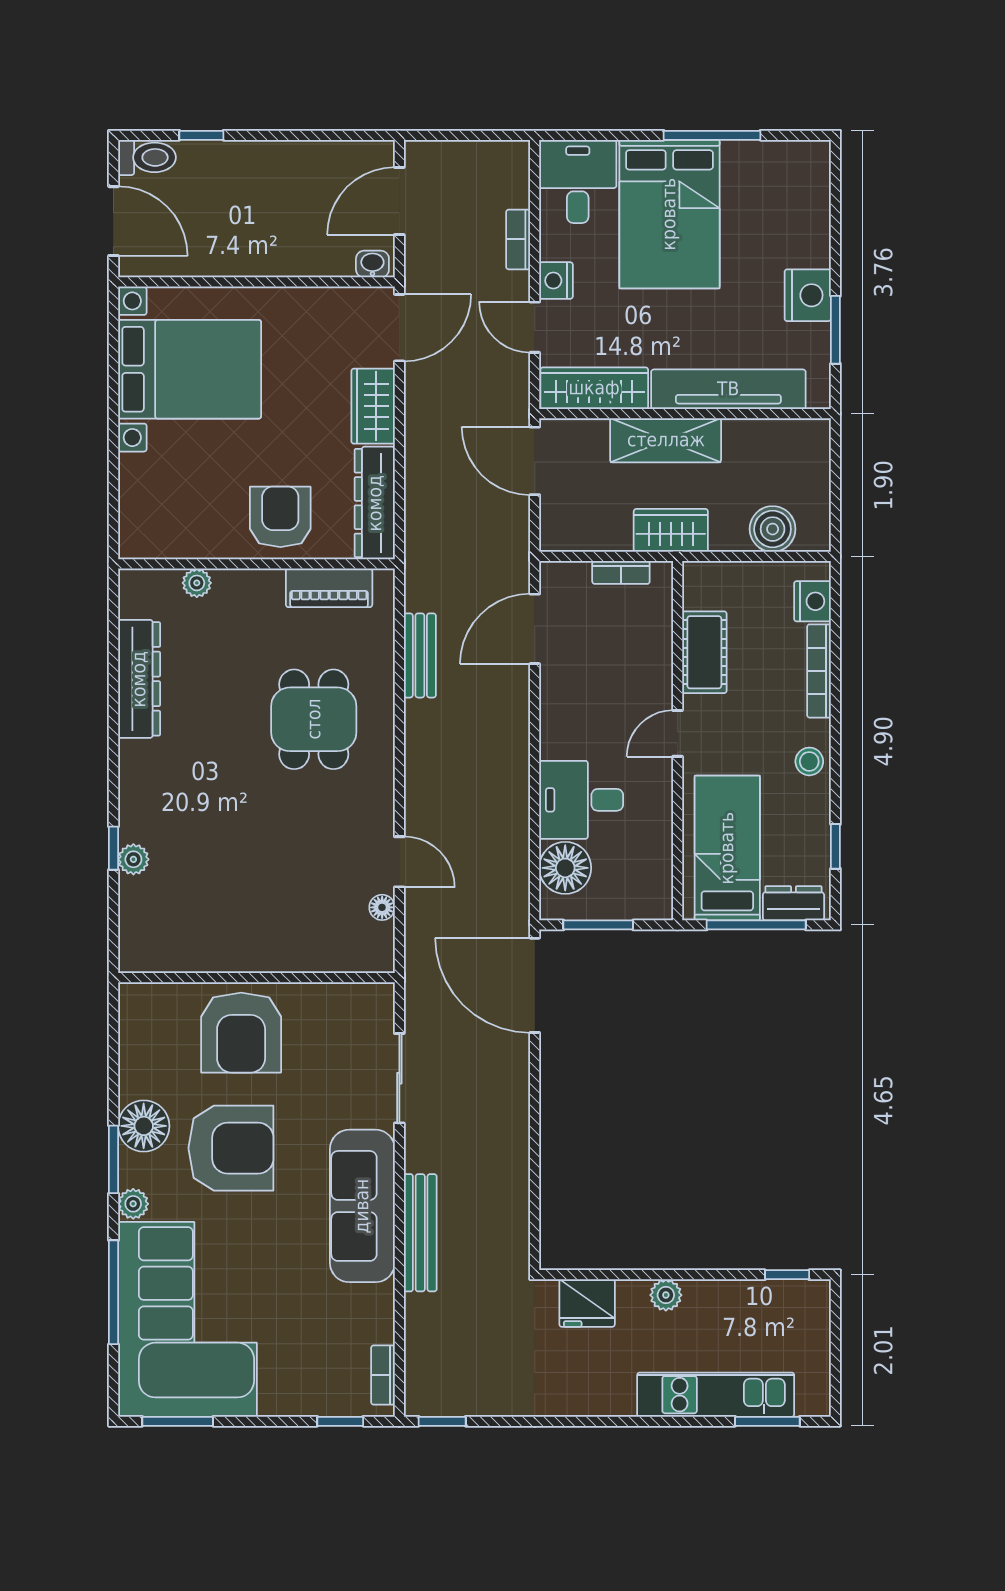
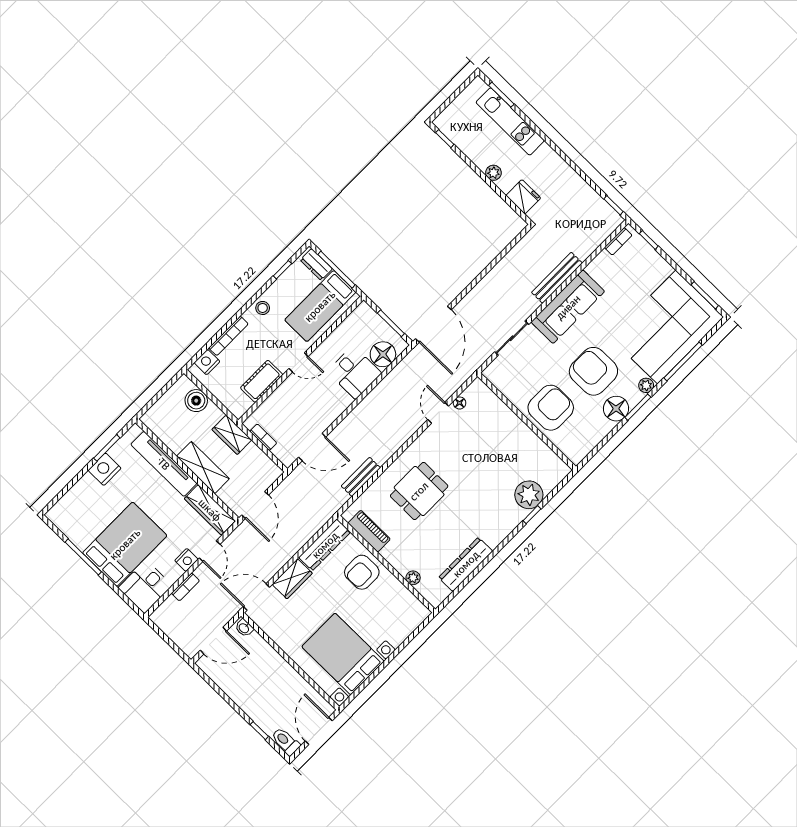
plant: (133, 859) -> (529, 495), width x1.88, depth x1.88

